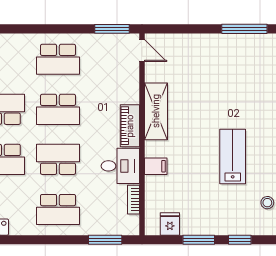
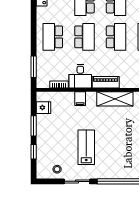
school desk: (58, 109) -> (116, 37), turned 180
lab bench: (233, 157) -> (86, 147), turned -90

